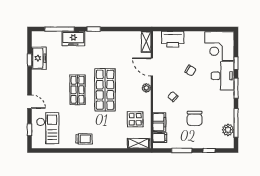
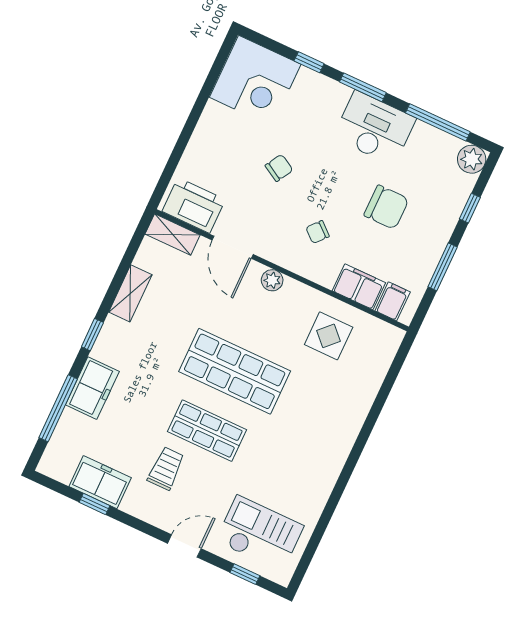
printer: (173, 39) -> (194, 205), moved, turned -90
door: (152, 67) -> (233, 247), hinge flipped
desk: (223, 76) -> (375, 128), moved
plant: (228, 130) -> (472, 159), moved
trolley: (84, 139) -> (166, 468), moved
shelving: (139, 143) -> (130, 293), moved

